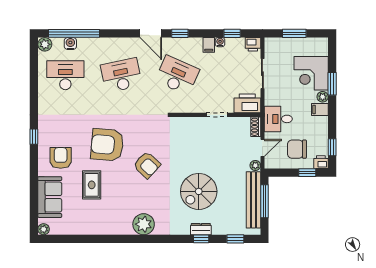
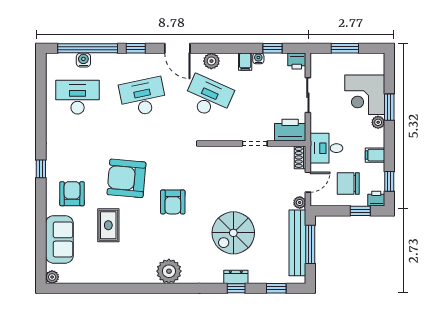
window: (180, 33) -> (136, 48), moved
plant: (45, 44) -> (211, 61), moved
filing cabinet: (320, 109) -> (375, 155), moved
armchair: (147, 165) -> (173, 202), turned 47

